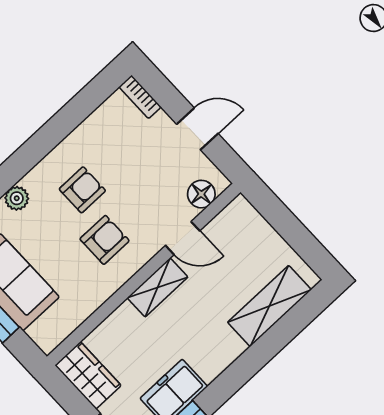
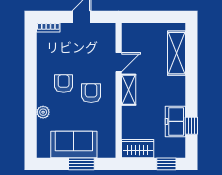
floor lamp: (201, 194) -> (108, 39), removed

